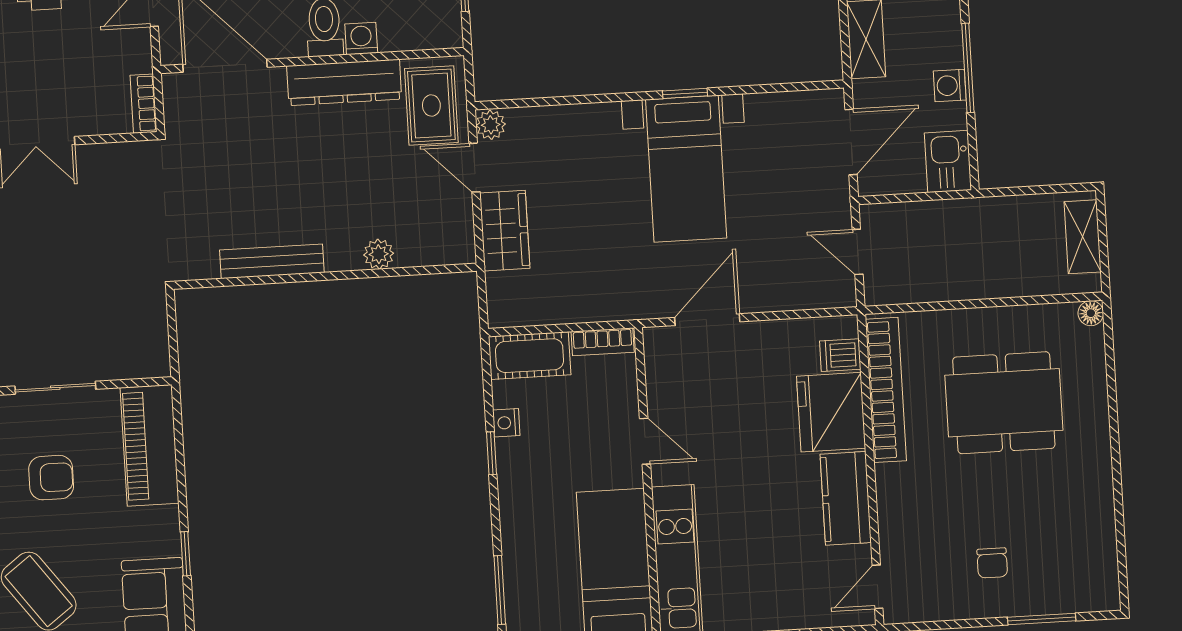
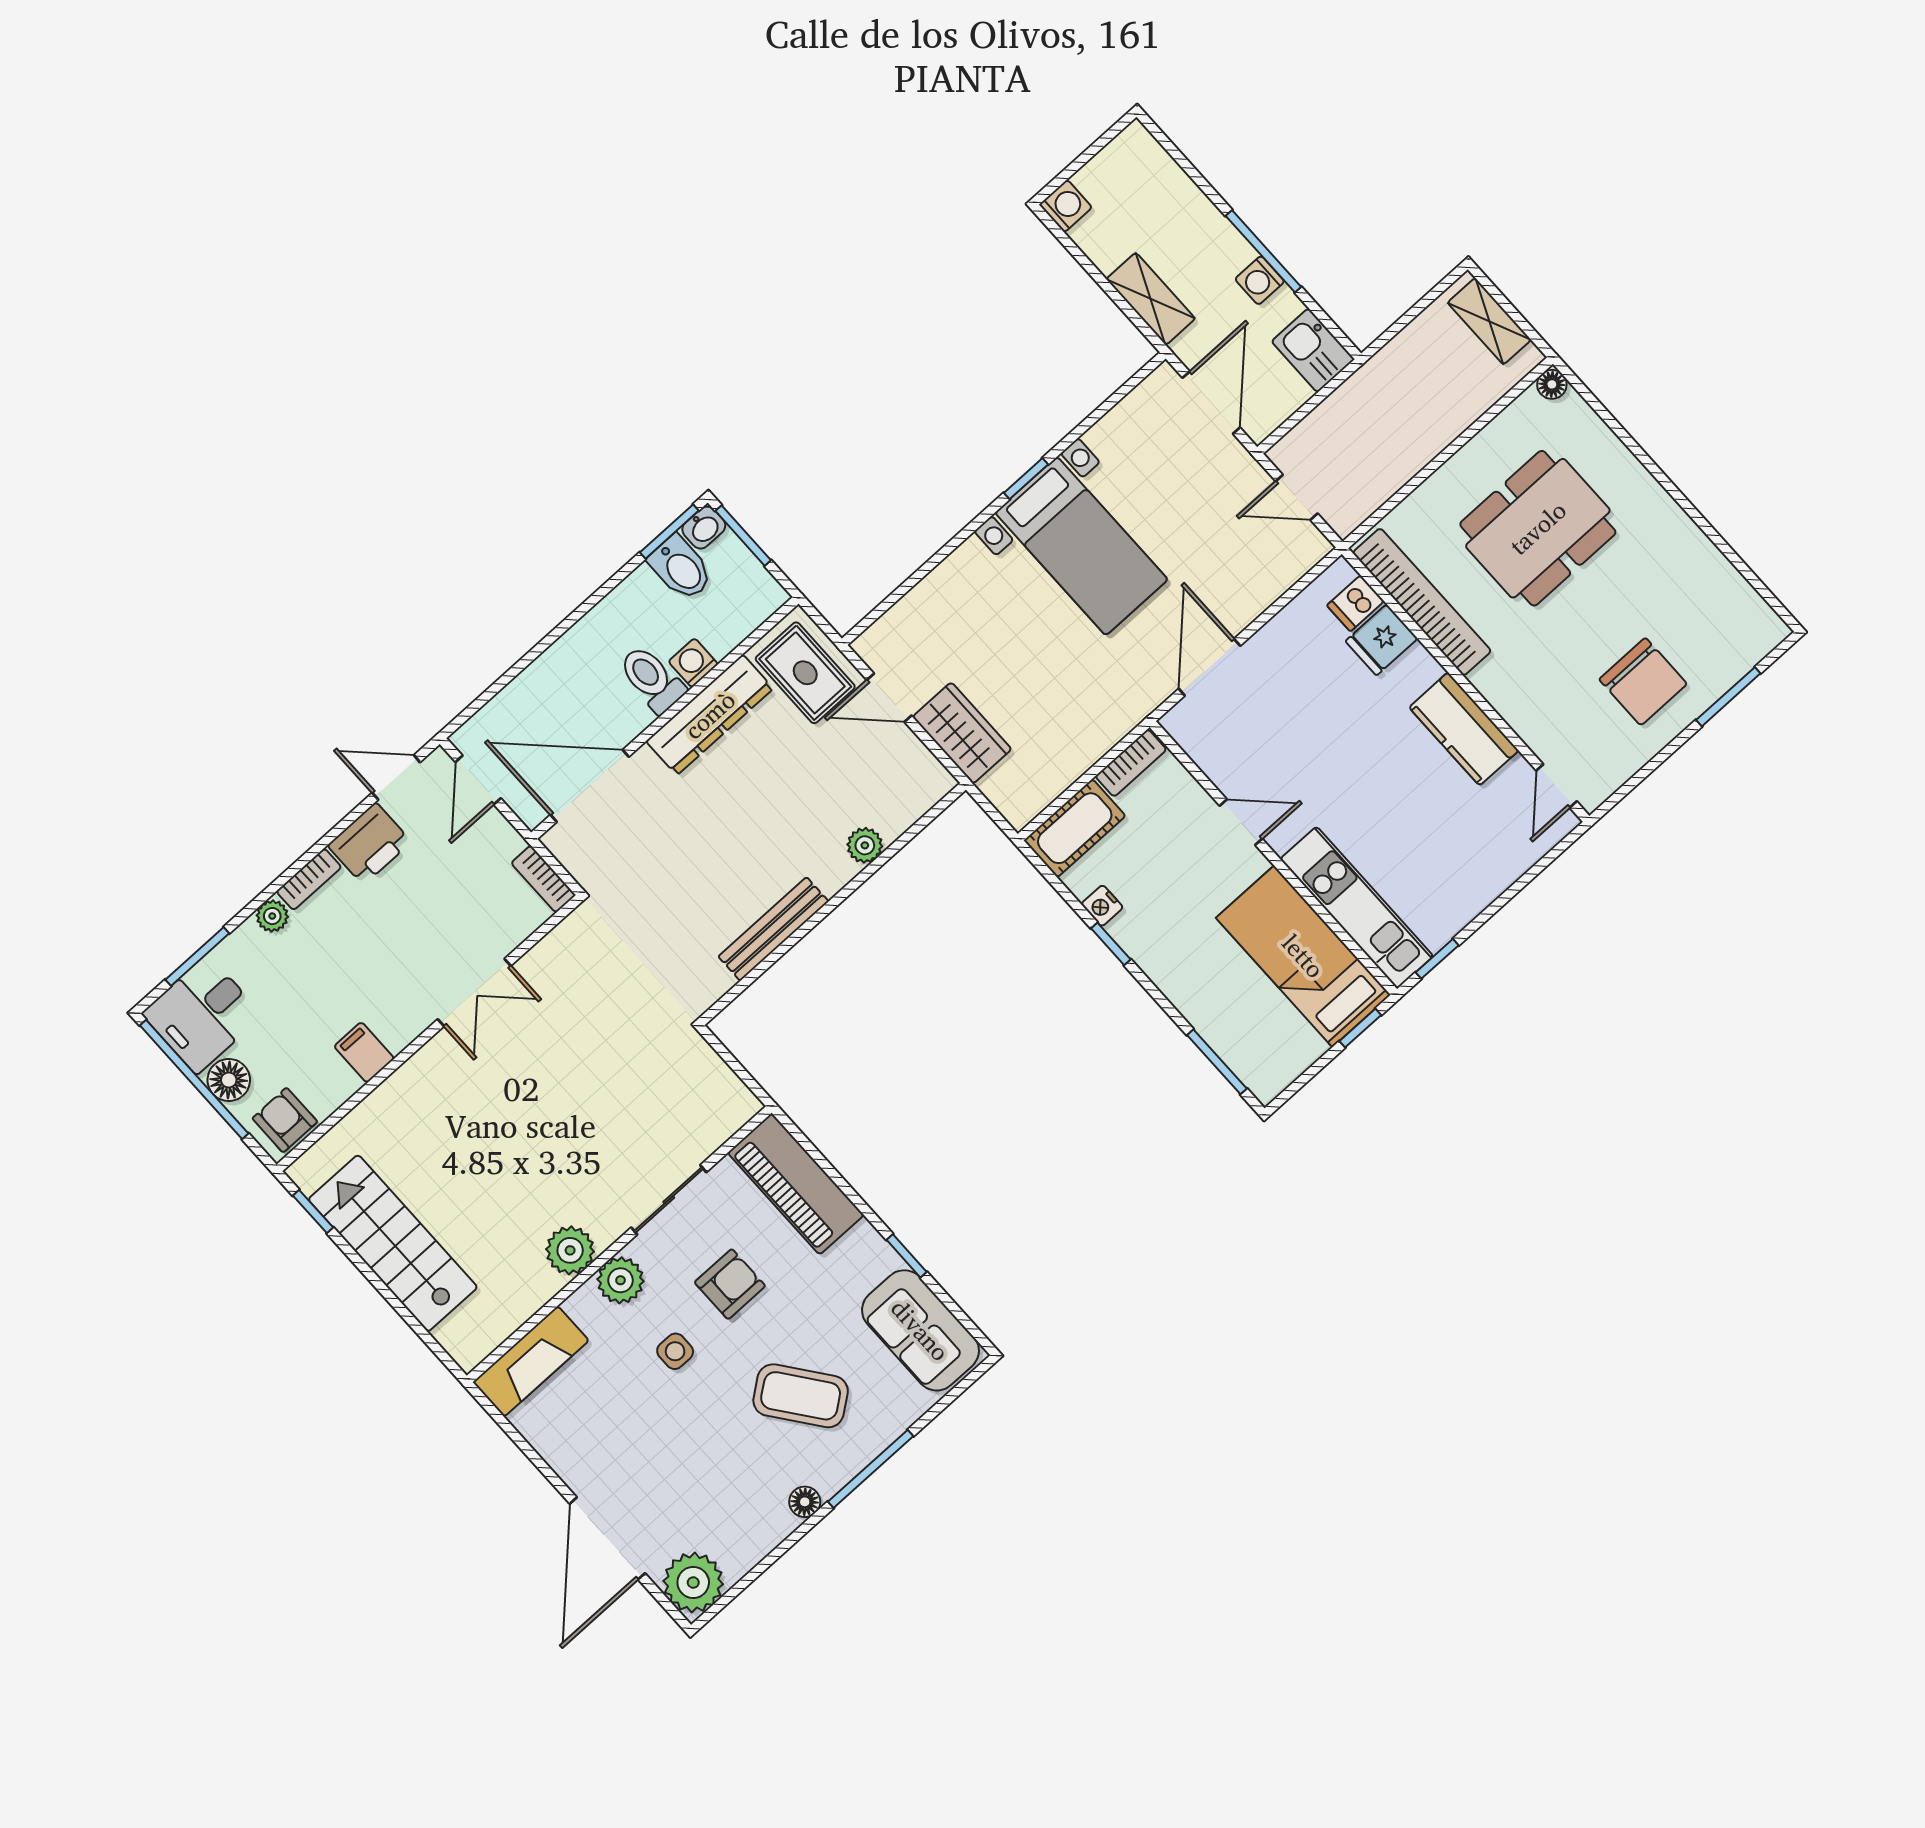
plant: (491, 125) -> (873, 647), removed
fridge: (831, 412) -> (1382, 640), width x0.53, depth x0.75
chair: (992, 563) -> (1643, 682), width x1.87, depth x1.87

